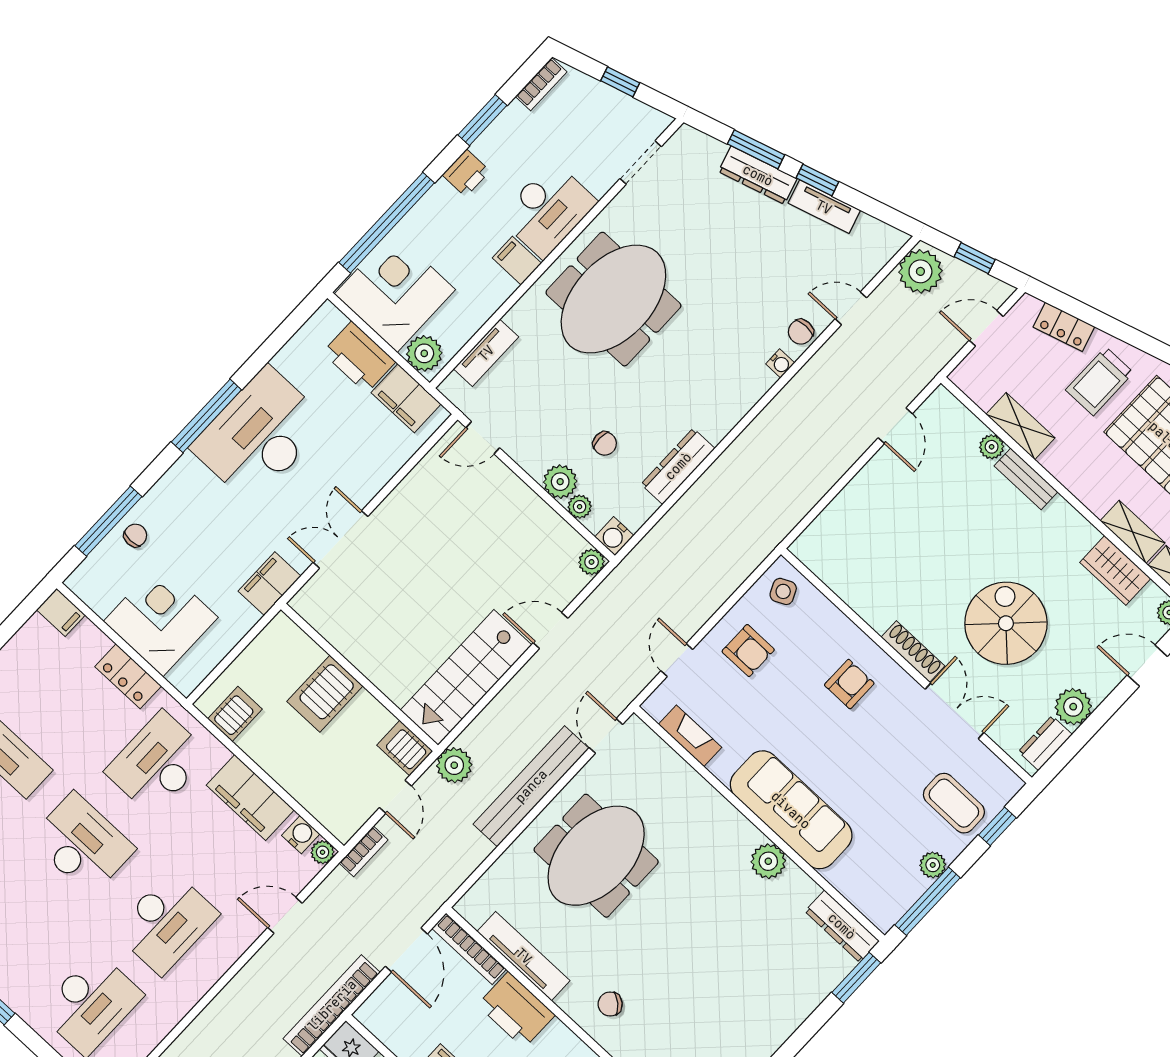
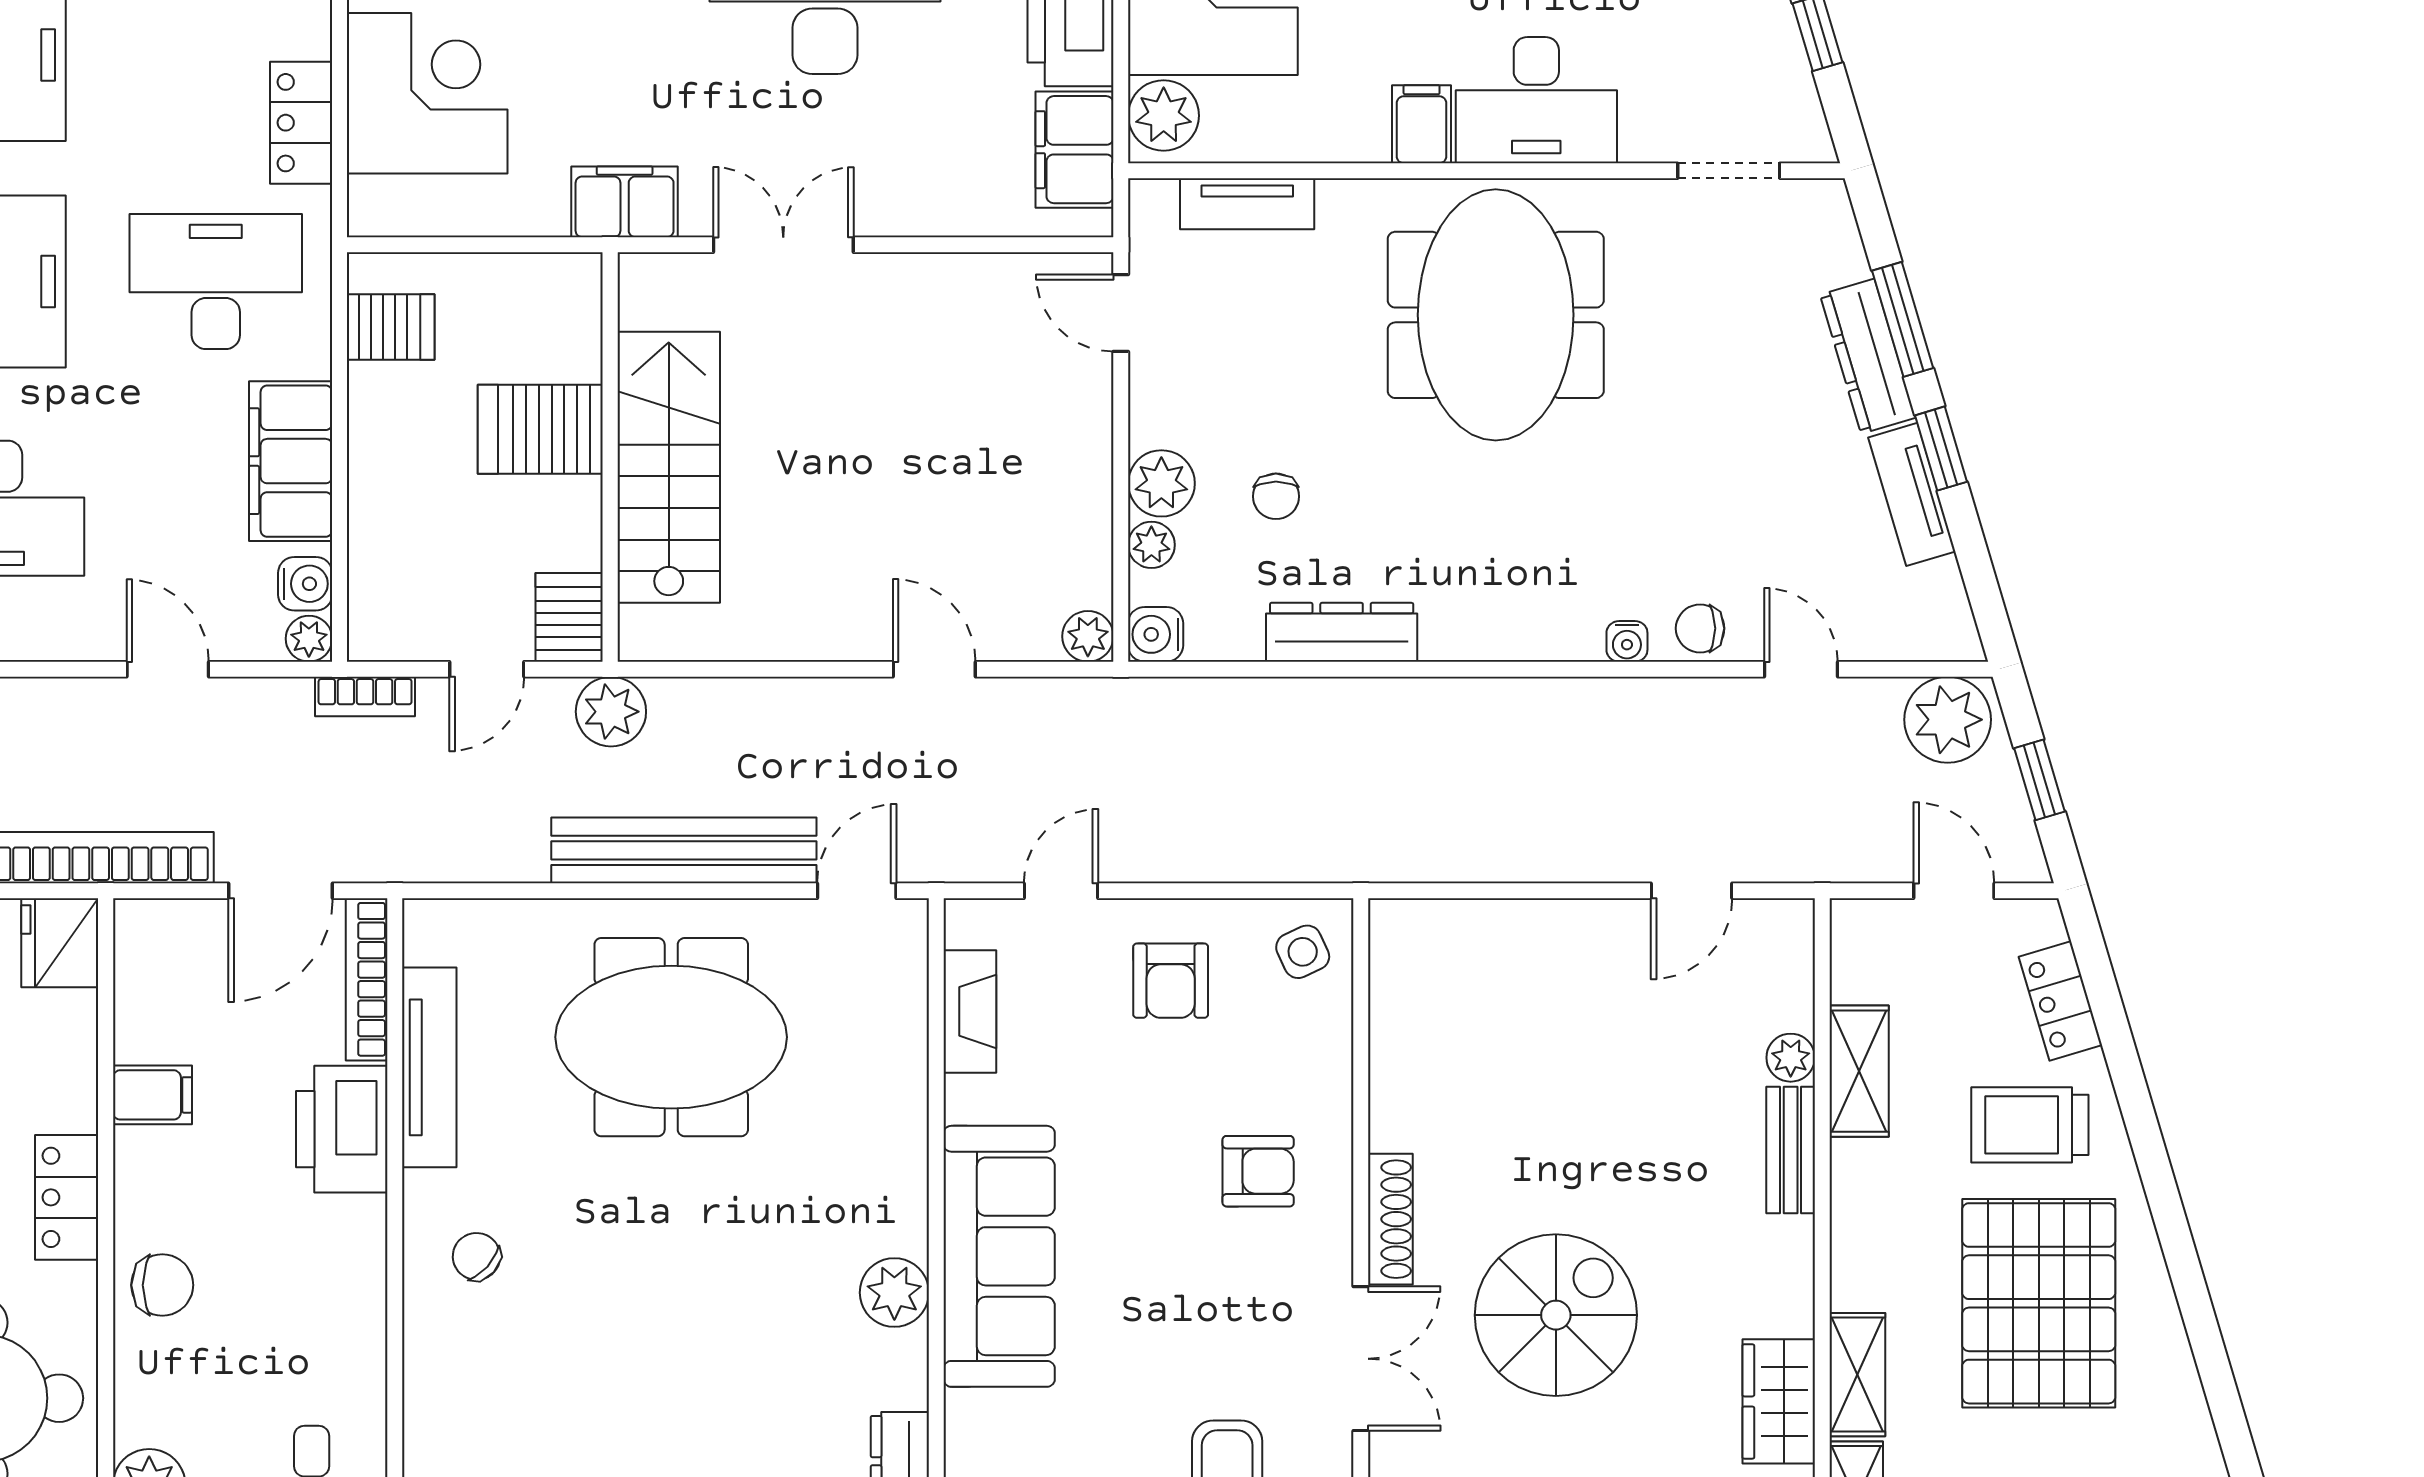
meeting table: (613, 299) -> (1496, 315), turned 90
stairs: (466, 677) -> (669, 467), moved, turned 90

